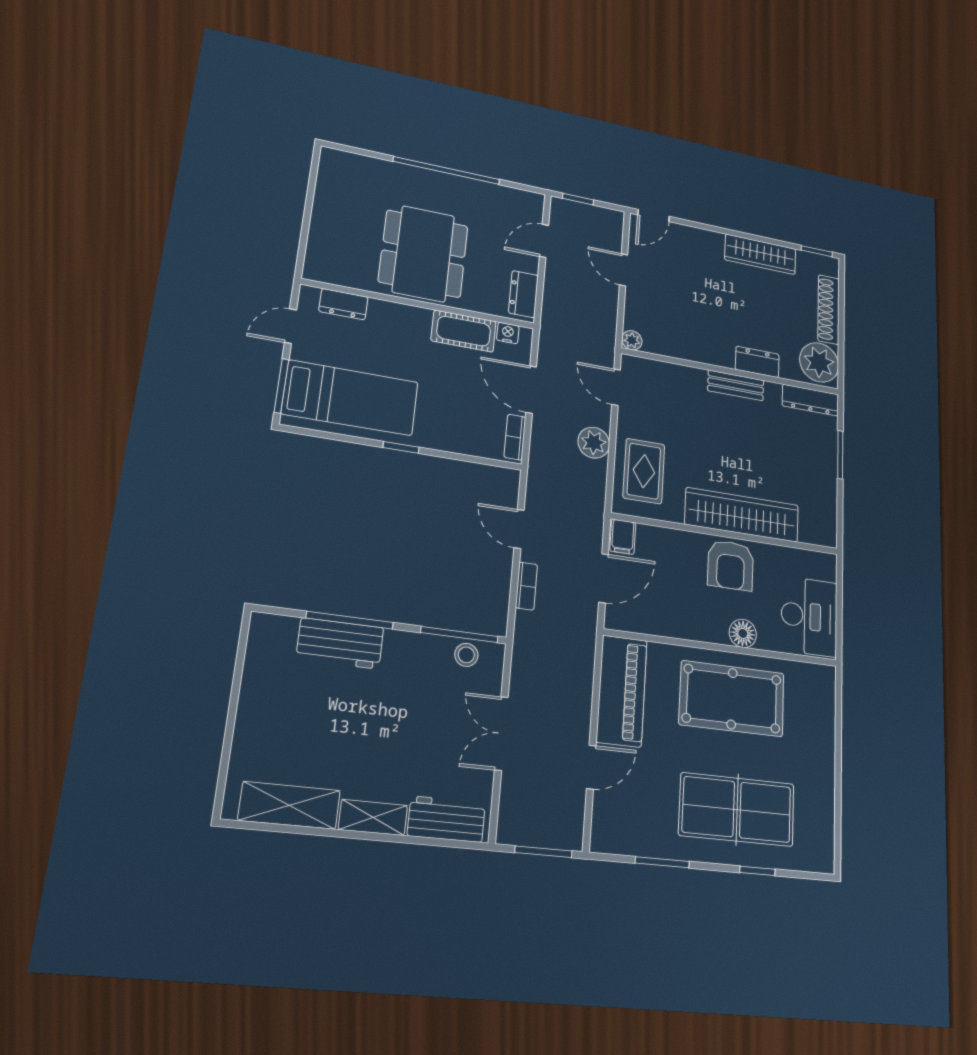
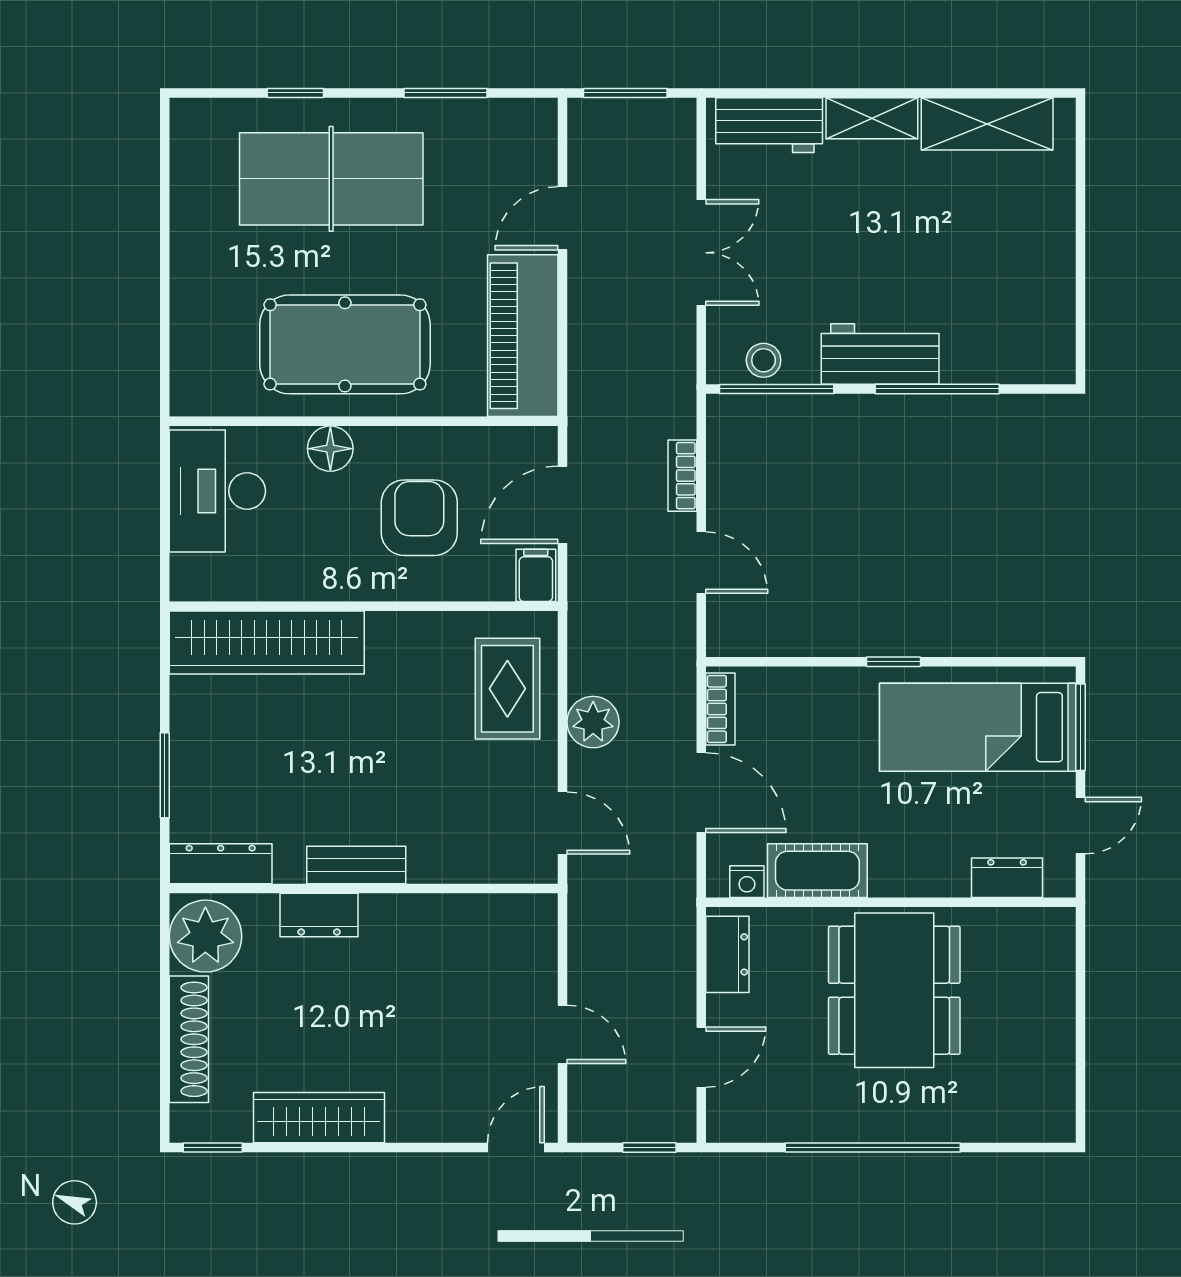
plant: (632, 340) -> (541, 910), removed
wardrobe: (742, 515) -> (267, 642), moved
armchair: (731, 565) -> (419, 518), moved
workbench: (340, 643) -> (880, 354), moved

